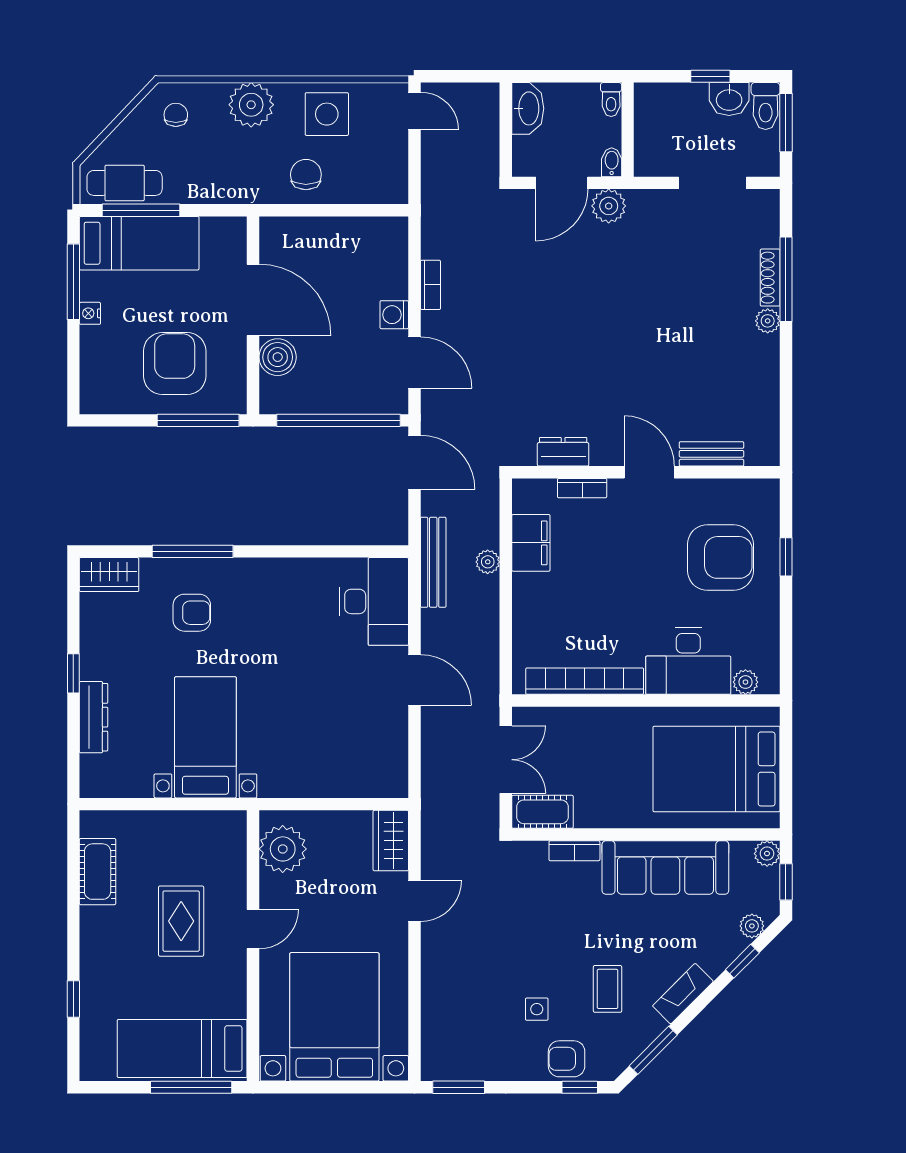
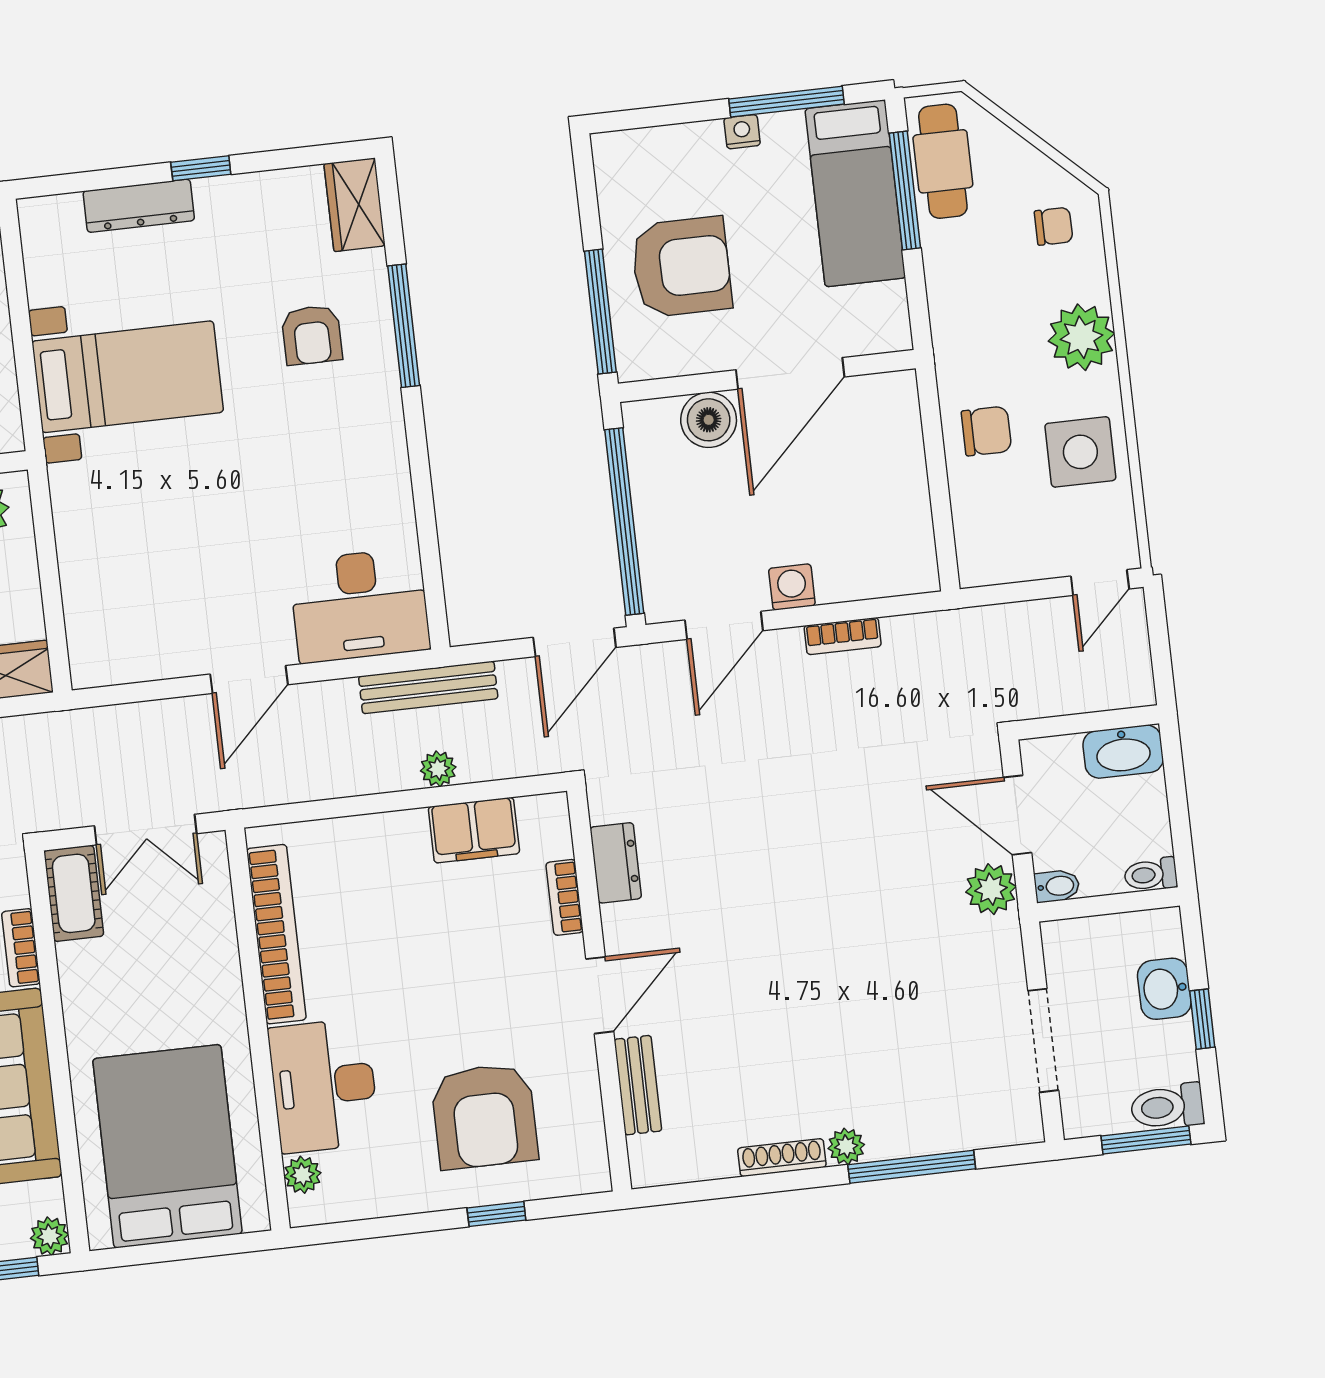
washbasin: (729, 99) -> (1164, 989), moved
shoe rack: (770, 278) -> (782, 1158), moved

